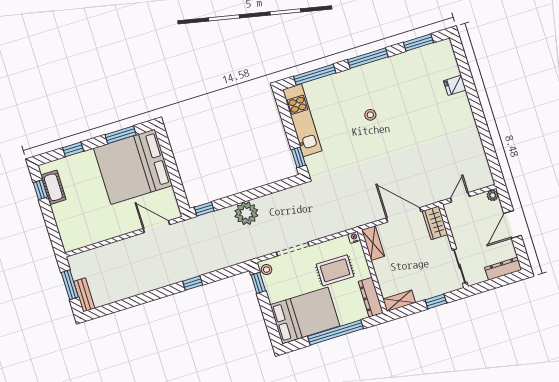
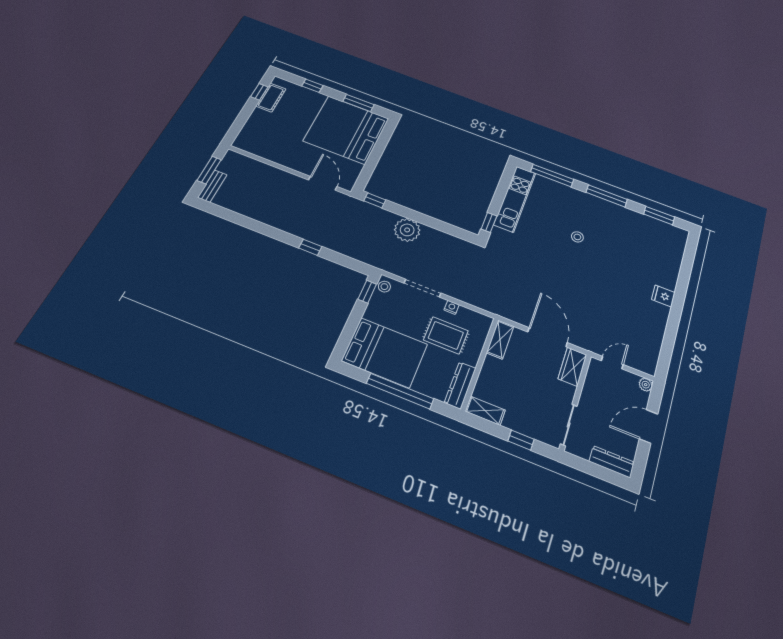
fridge: (455, 85) -> (663, 296), moved
nightstand: (354, 237) -> (452, 307), moved

